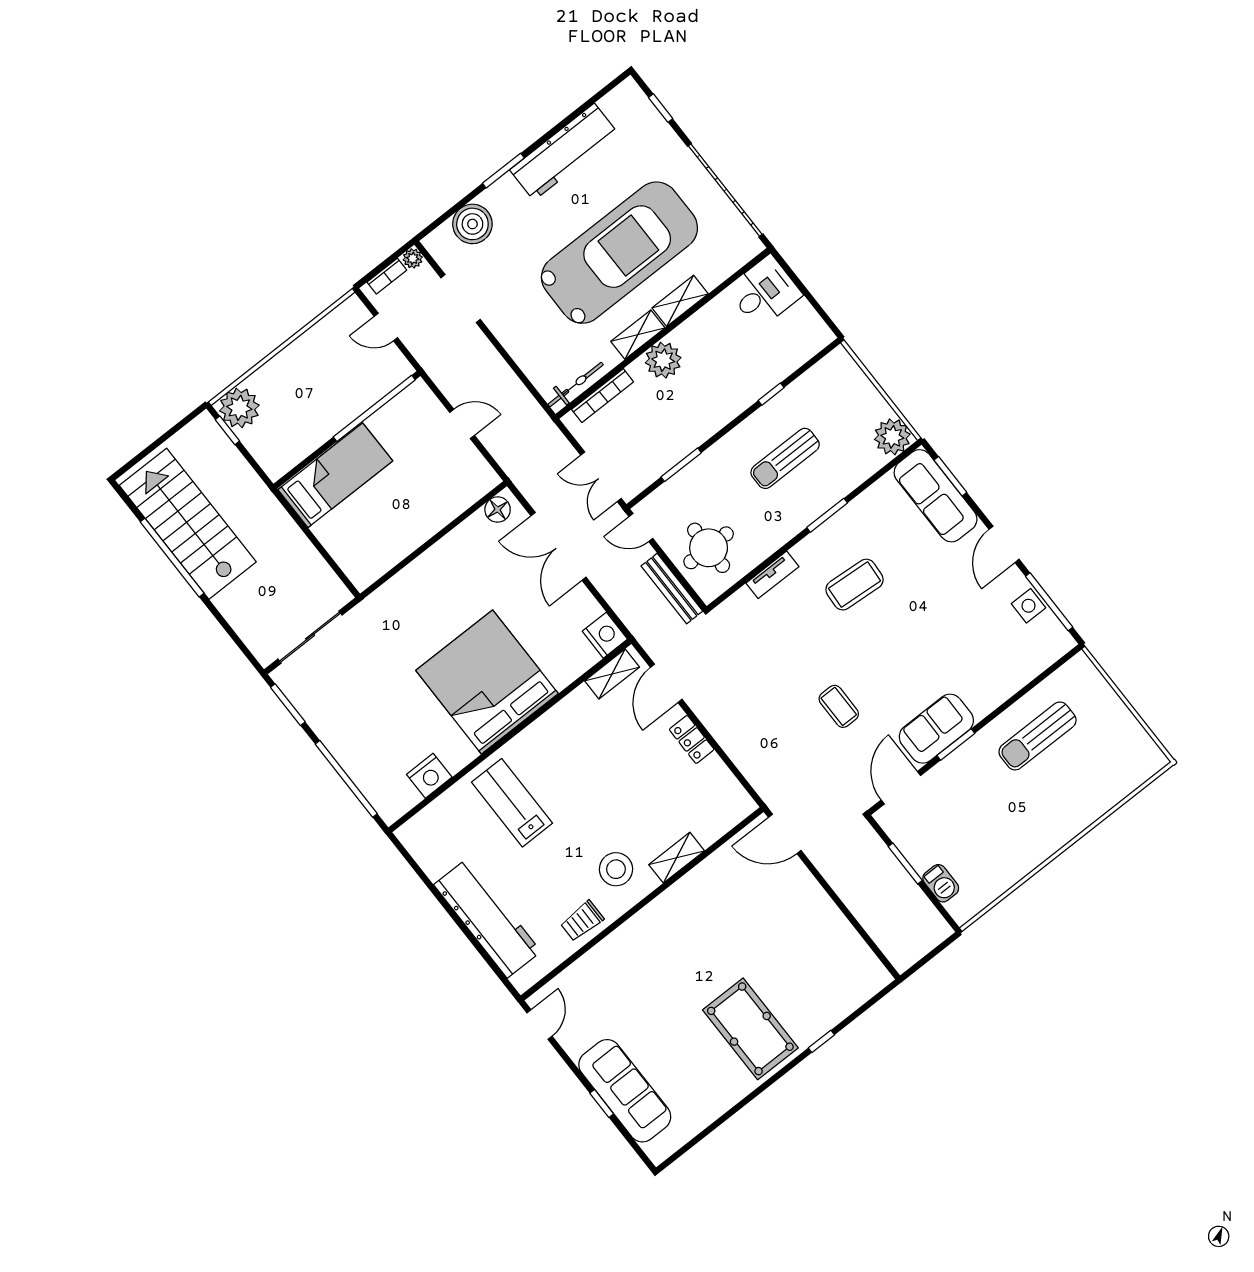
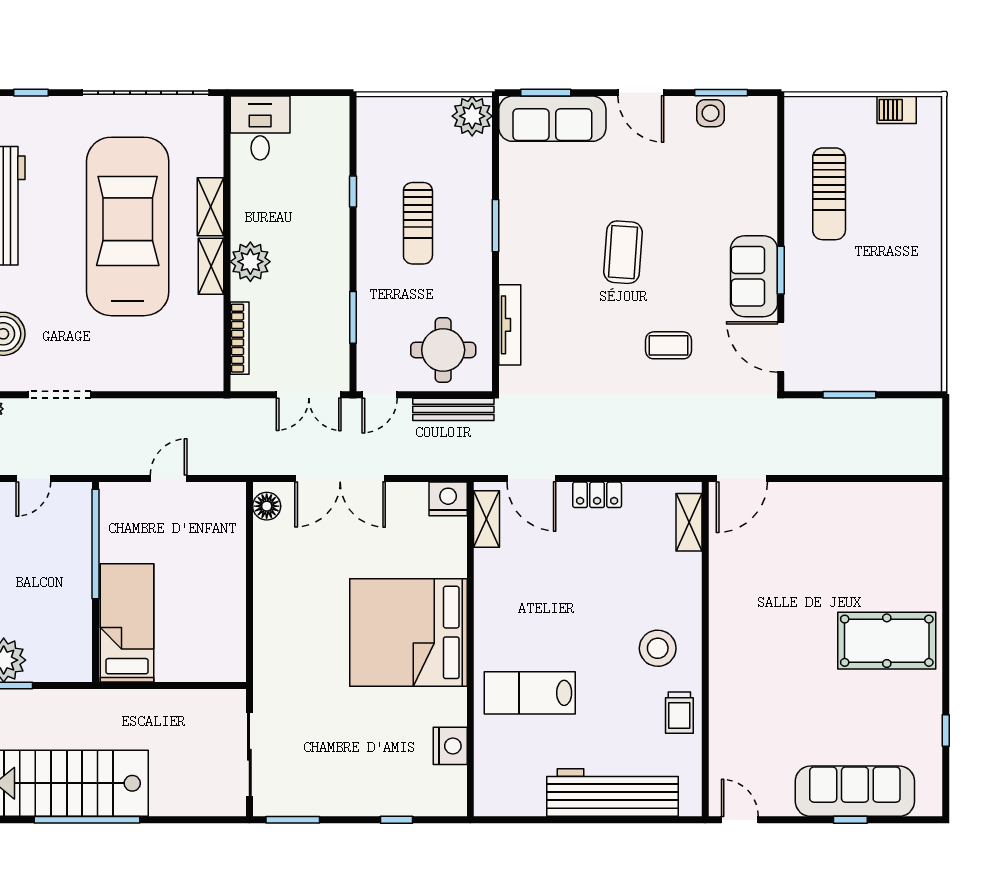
bicycle: (576, 384) -> (212, 354), removed
tv unit: (772, 575) -> (510, 325), width x1.41
coffee table: (855, 585) -> (623, 252), moved
window: (1049, 602) -> (721, 93), width x0.69
window: (346, 779) -> (396, 820), width x0.32
shelving: (677, 858) -> (689, 522), moved
barbecue: (941, 883) -> (897, 110), moved, turned 180
window: (821, 1041) -> (946, 730), moved

